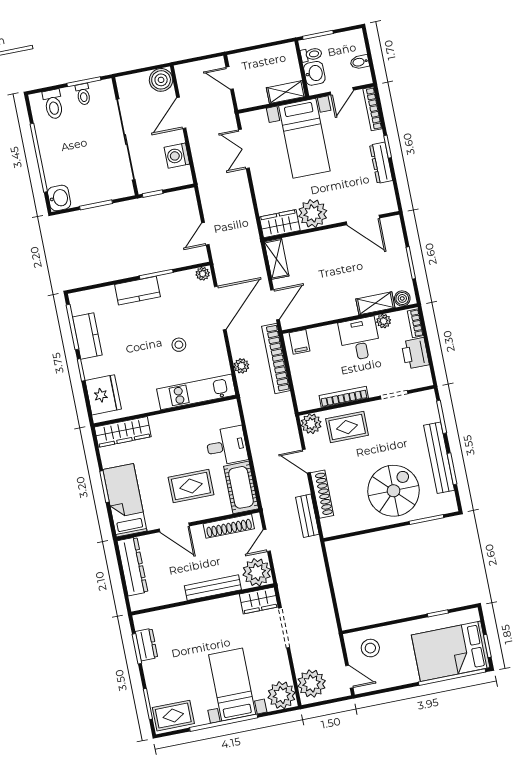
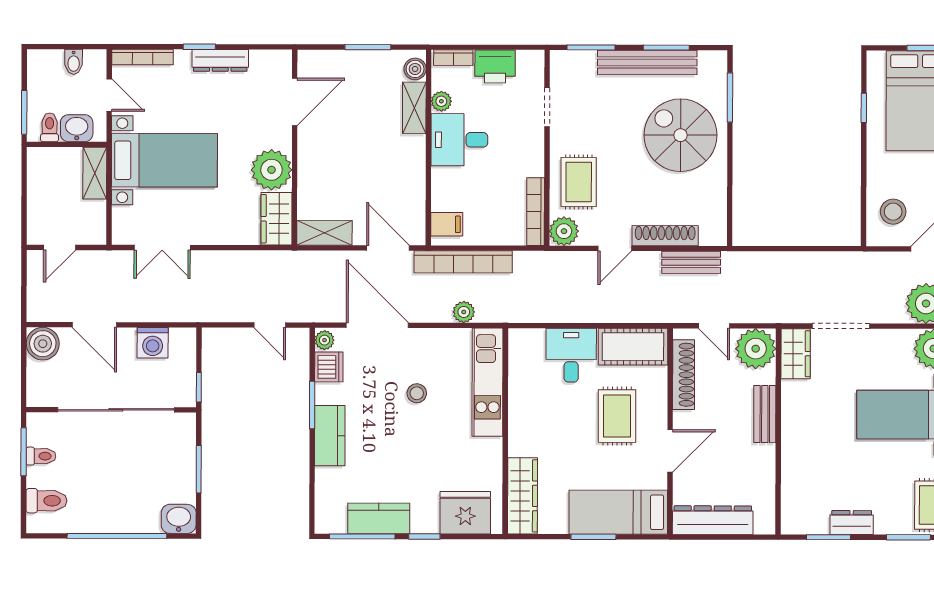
dishwasher: (185, 280) -> (329, 367), added
bookcase: (344, 397) -> (536, 212), moved
bench: (213, 588) -> (765, 414), width x0.73
dresser: (146, 645) -> (852, 523), moved

